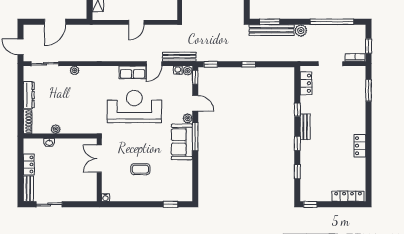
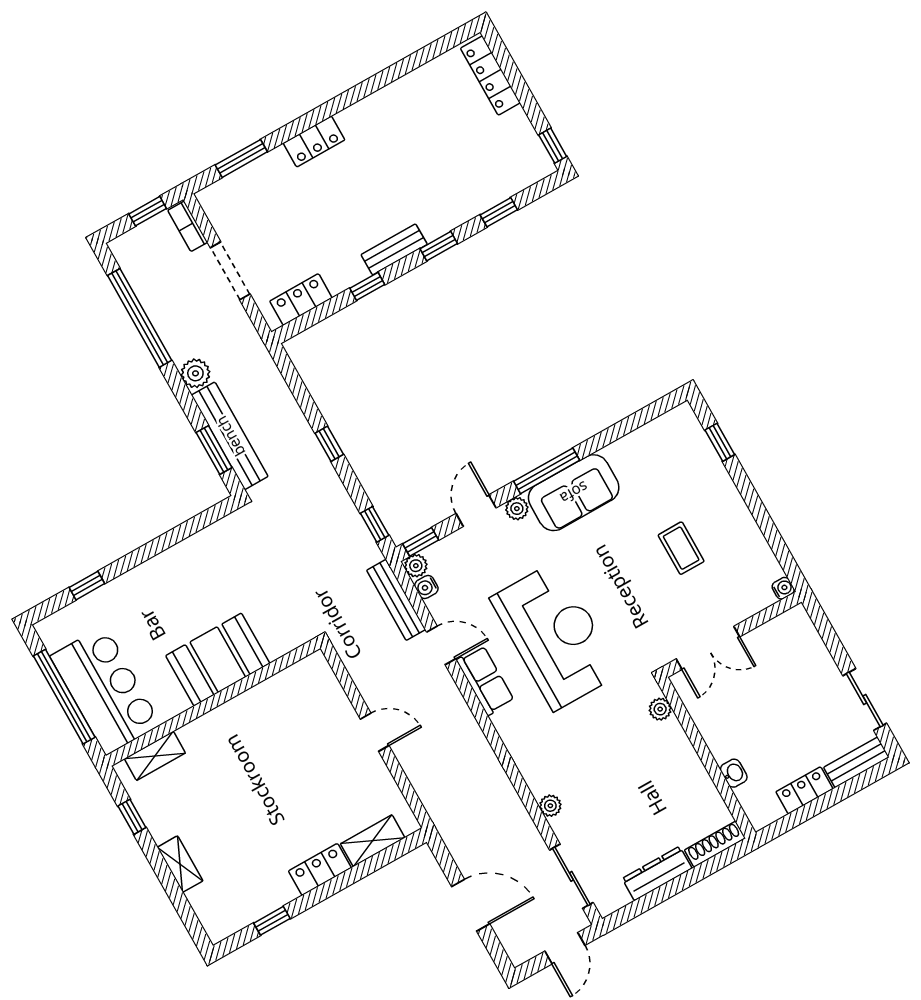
reception desk: (134, 107) -> (555, 636), turned 180
plant: (56, 129) -> (660, 709), moved
locker: (360, 146) -> (314, 142), moved

